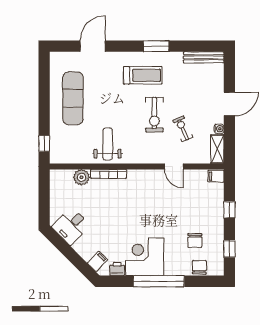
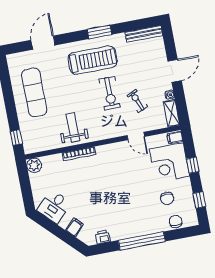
treadmill: (143, 75) -> (93, 60), width x1.37, depth x1.38
plant: (81, 177) -> (34, 165), moved
corner desk: (145, 257) -> (170, 163), moved, turned -90
filing cabinet: (97, 261) -> (75, 227), moved

